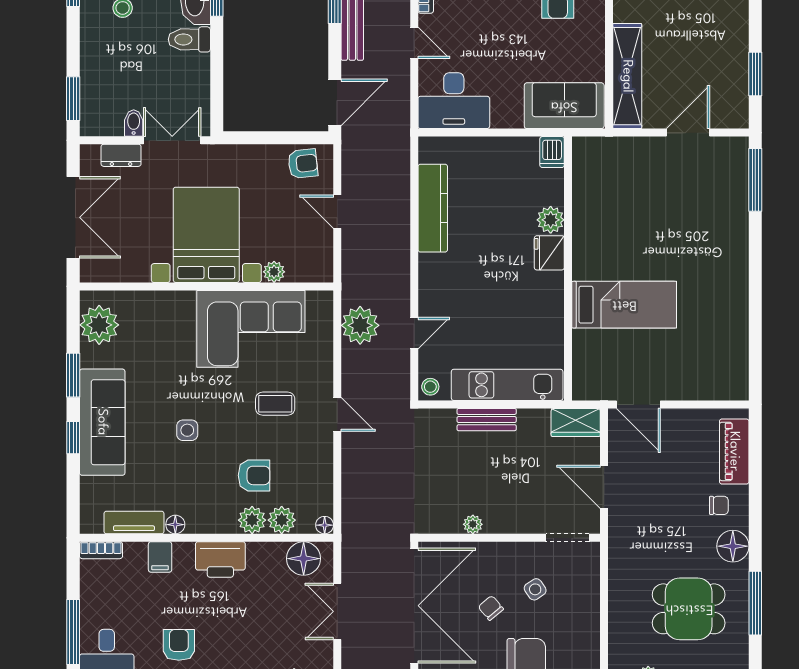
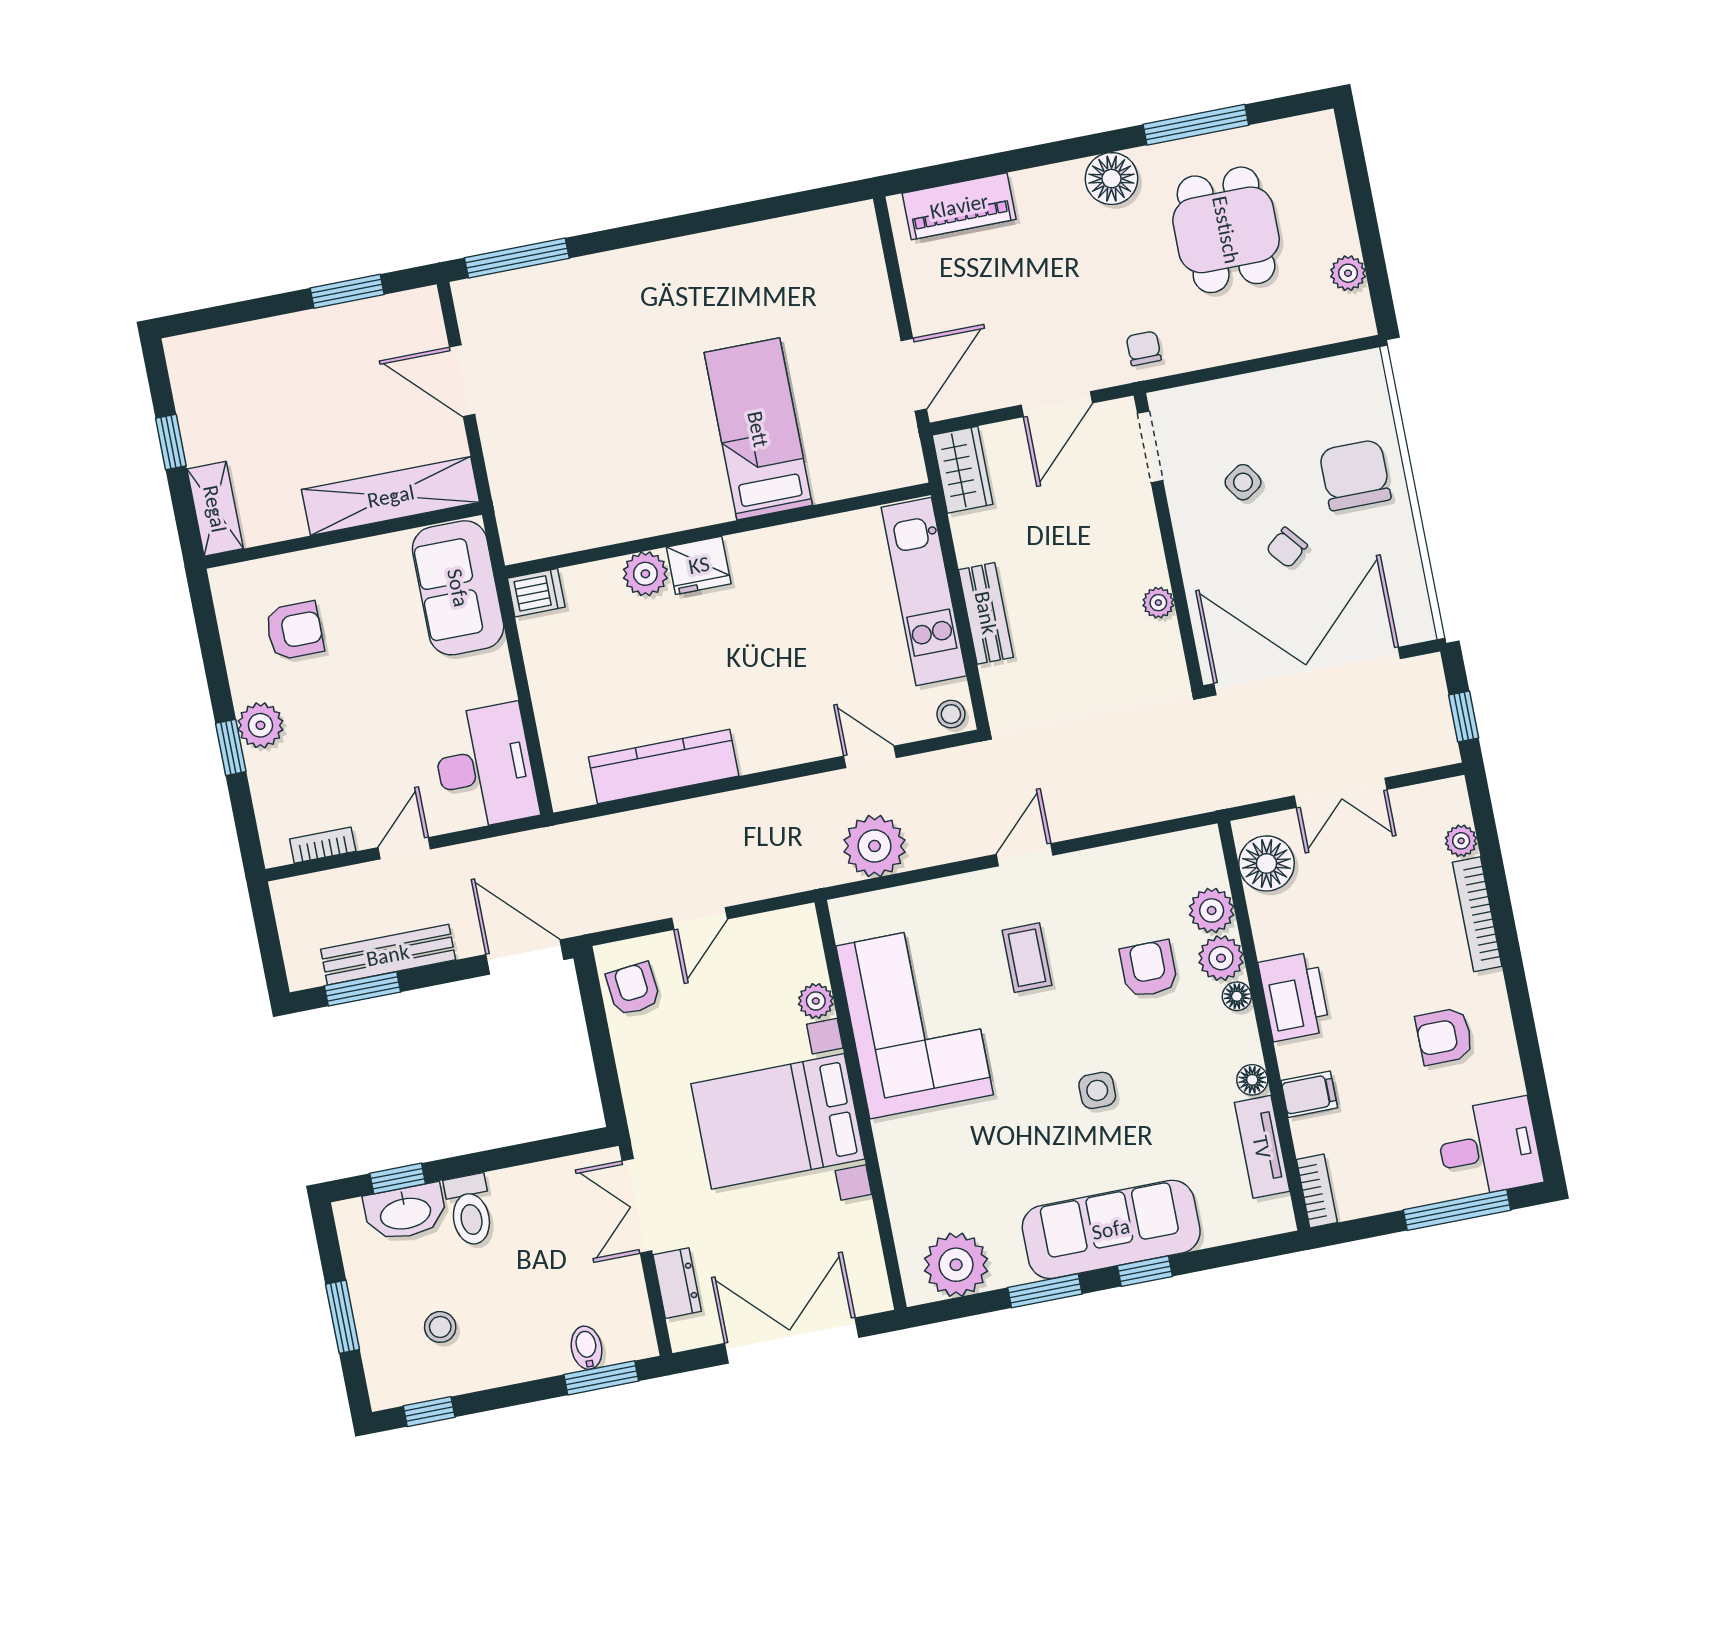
bidet: (134, 123) -> (587, 1348), moved, turned 90
chair: (719, 505) -> (1144, 348), moved
floor lamp: (325, 525) -> (1237, 996), moved

